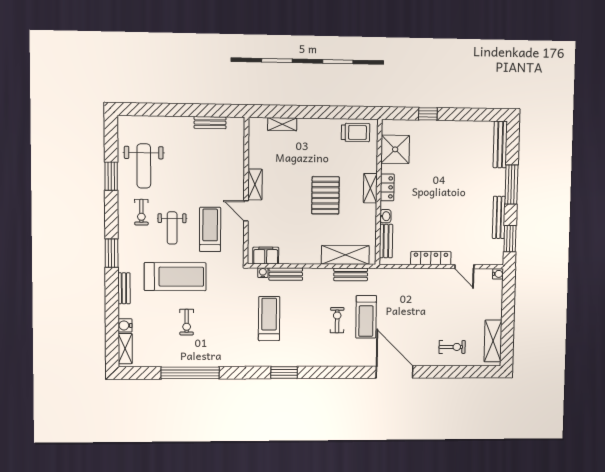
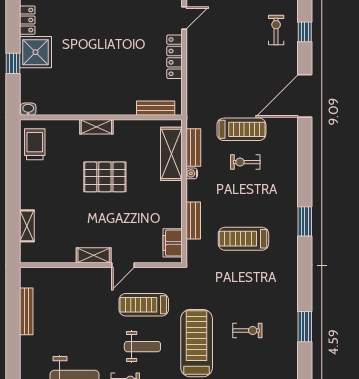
bench: (210, 123) -> (26, 311), width x1.36
shower: (395, 149) -> (35, 52), moved
locker: (387, 187) -> (27, 20), moved, turned 90
washbasin: (385, 216) -> (28, 109), moved
water cooler: (263, 273) -> (192, 173), moved
window: (450, 372) -> (305, 32), added
window: (190, 373) -> (305, 327), width x0.47

